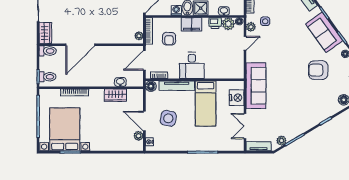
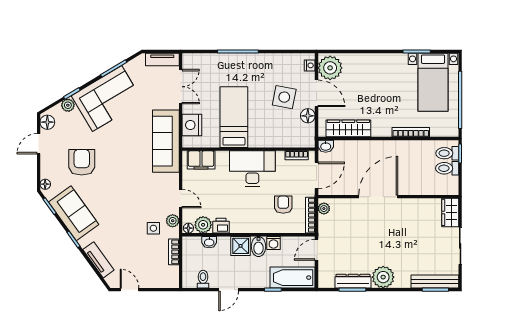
filing cabinet: (191, 24) -> (201, 160), moved, turned 180
door: (245, 43) -> (181, 198), swing flipped
door: (80, 45) -> (378, 197), moved
toilet: (48, 51) -> (447, 168), moved
desk: (192, 65) -> (252, 169), width x1.37
armchair: (318, 70) -> (82, 162), turned -90
washbasin: (120, 82) -> (326, 146), moved
floor lamp: (151, 86) -> (308, 116), moved
tv unit: (177, 86) -> (273, 141), removed
wardrobe: (115, 95) -> (348, 128), width x1.50
corner sofa: (299, 117) -> (107, 99), added
bed with nightstands: (65, 129) -> (433, 82), width x0.73
plant: (138, 136) -> (330, 68), width x1.87, depth x1.87
plant: (281, 141) -> (68, 105), moved

